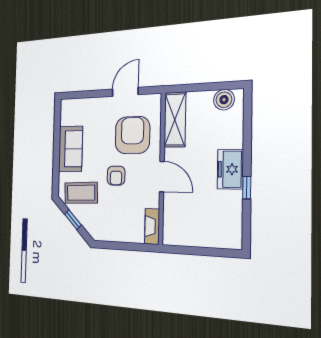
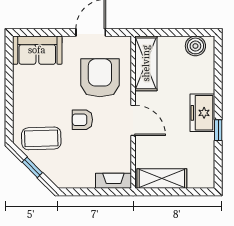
sofa: (71, 149) -> (37, 50), moved, turned 90
armchair: (116, 176) -> (82, 120), turned 90
fireplace: (152, 226) -> (113, 181), moved, turned 90
shelving: (188, 236) -> (162, 178), added

